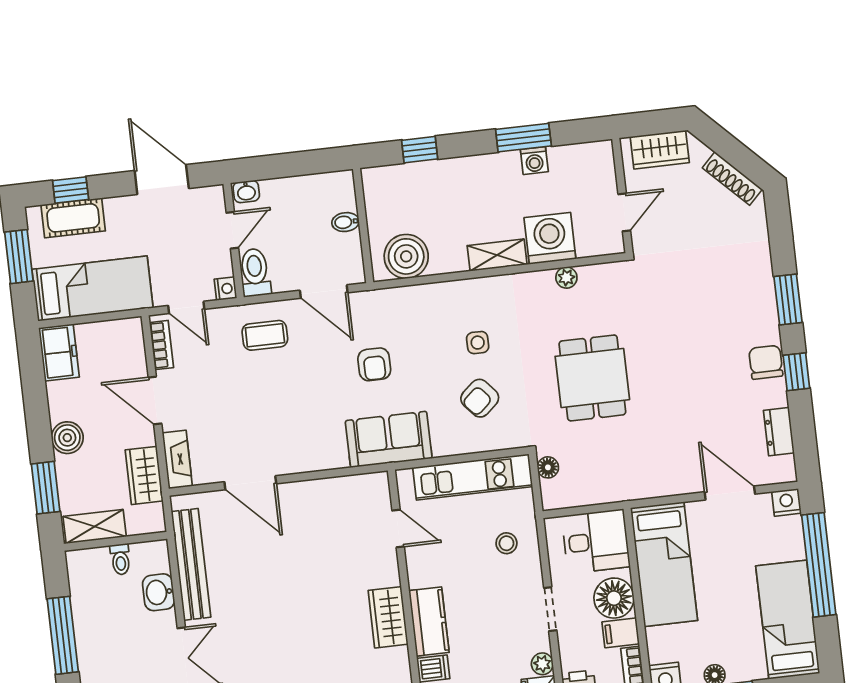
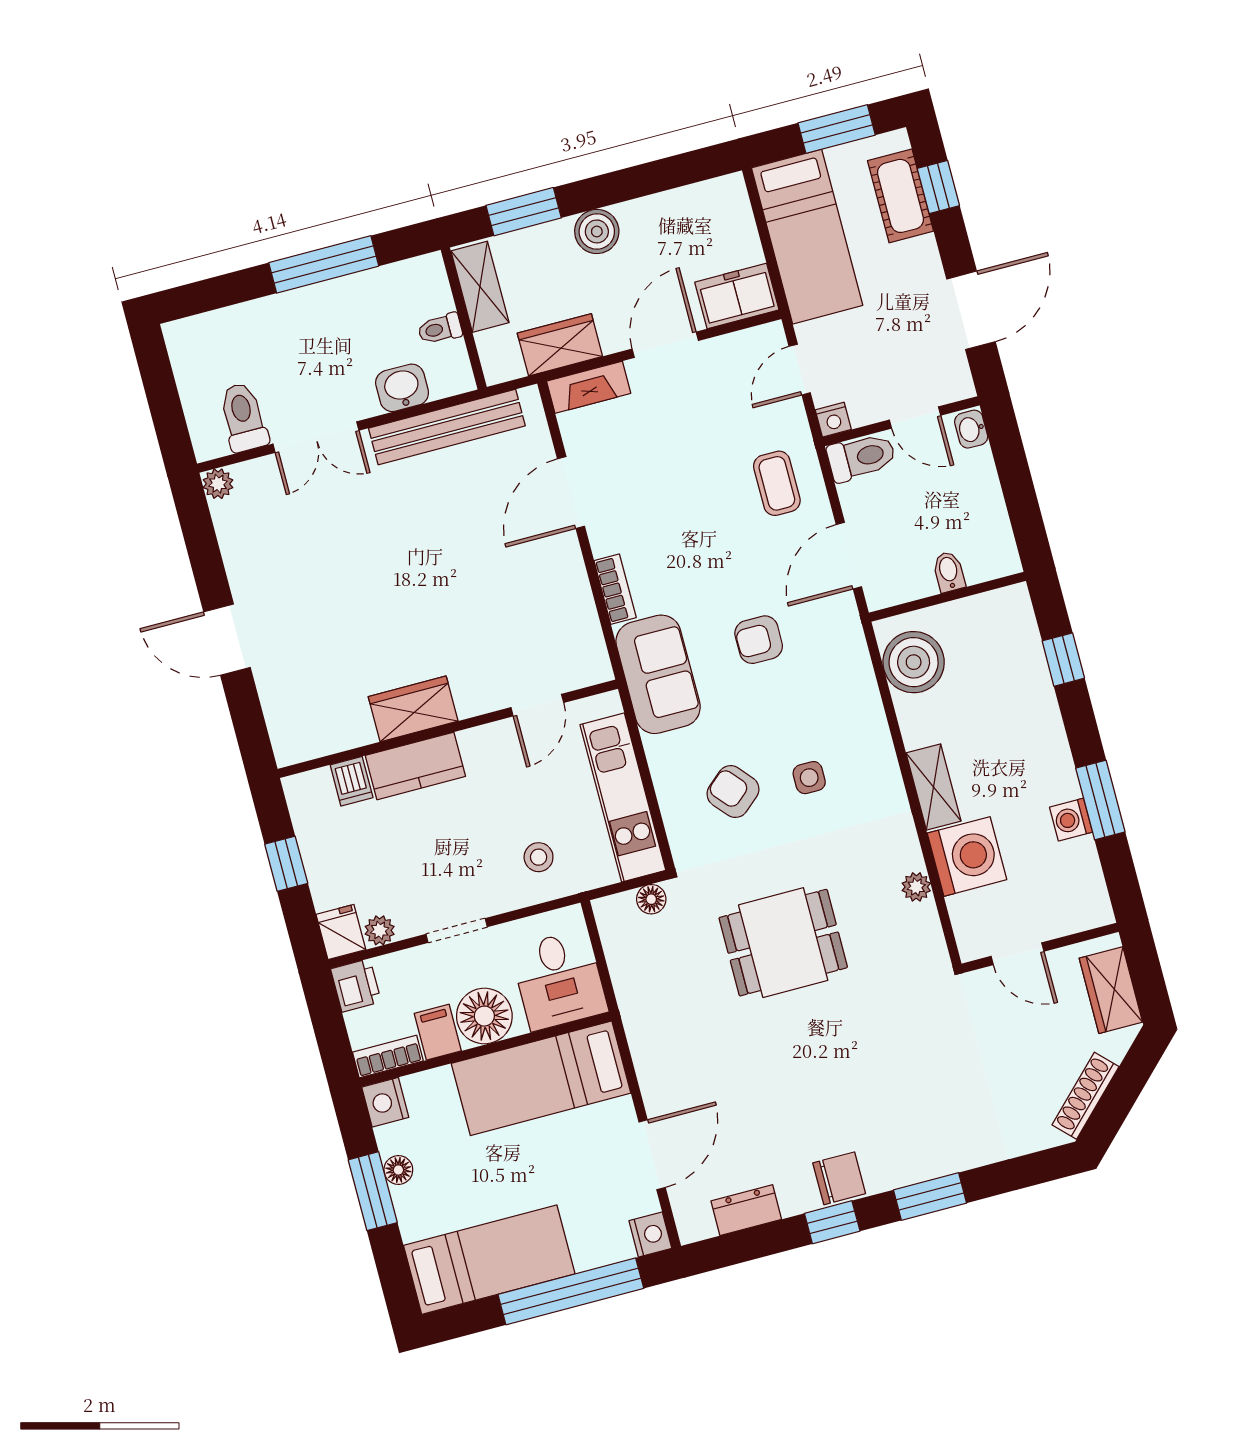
bookcase: (161, 345) -> (615, 589), moved, turned -90
freezer: (59, 353) -> (737, 296), moved, turned 180

